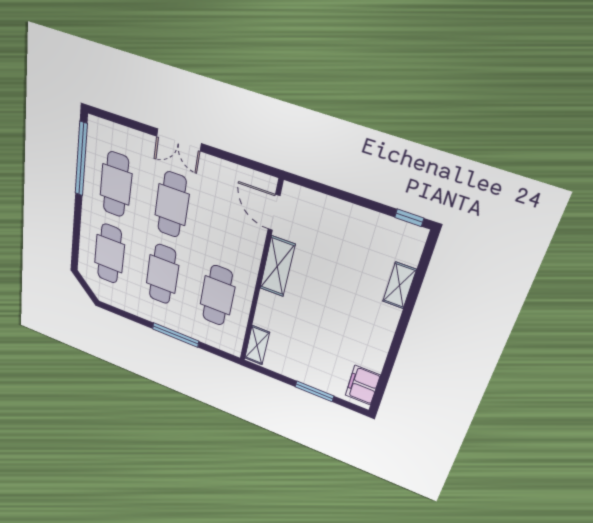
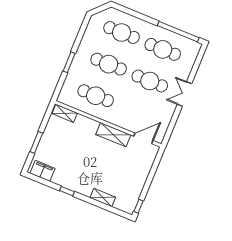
window: (175, 335) -> (69, 62), width x0.69
window: (395, 347) -> (67, 191), added

